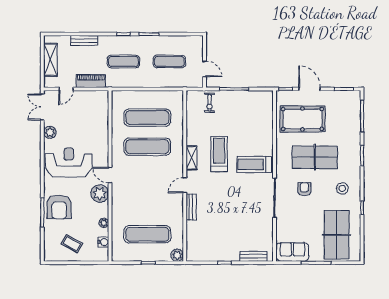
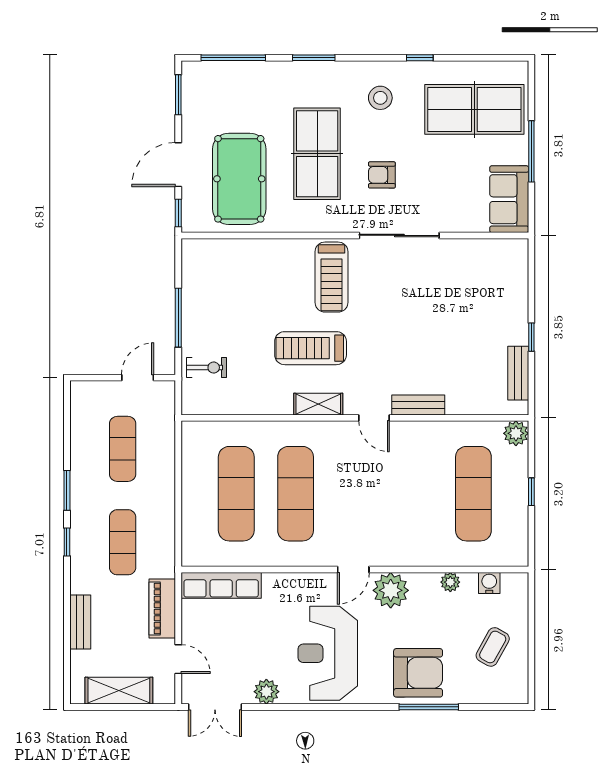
row of seats: (102, 110) -> (221, 585), added
bench: (253, 256) -> (518, 373), moved

